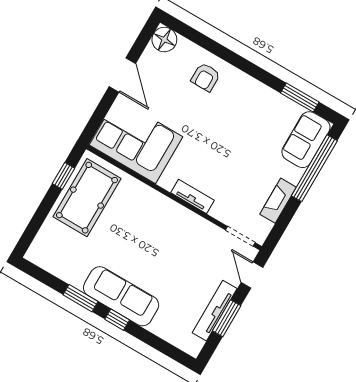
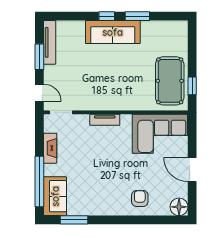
tv unit: (215, 311) -> (50, 42), moved

